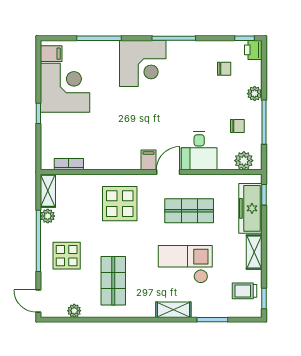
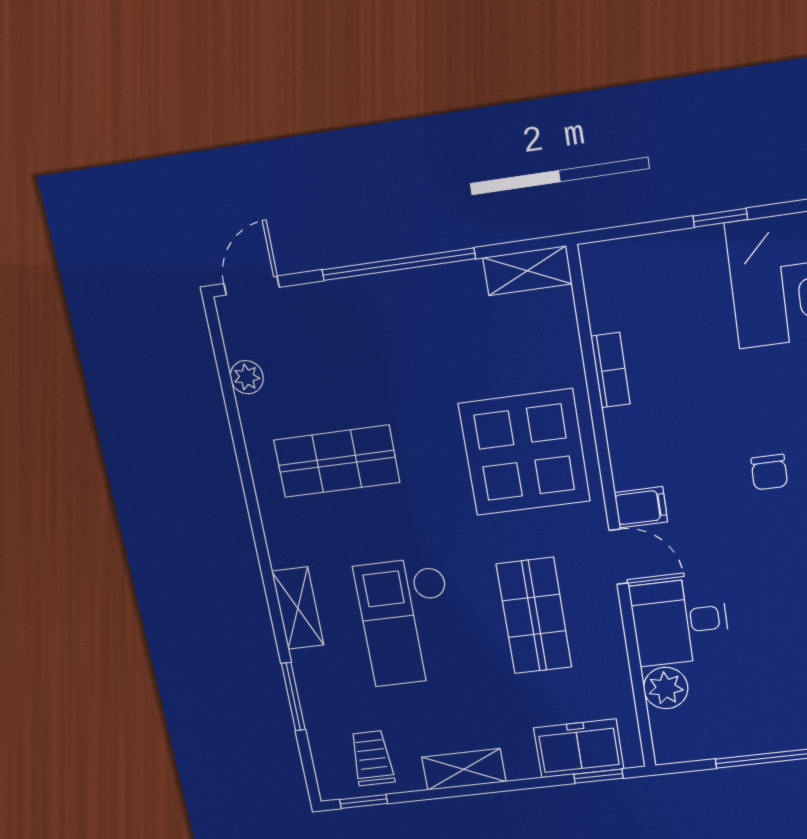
chair: (237, 126) -> (769, 472), moved
plant: (244, 161) -> (666, 688), moved
bookcase: (69, 164) -> (610, 370), moved
display table: (120, 204) -> (524, 452), width x1.36, depth x1.36
freezer: (250, 208) -> (579, 748), width x0.71
plant: (48, 216) -> (464, 279), removed
display table: (67, 256) -> (375, 340), removed
checkout: (185, 264) -> (408, 622), turned 180

